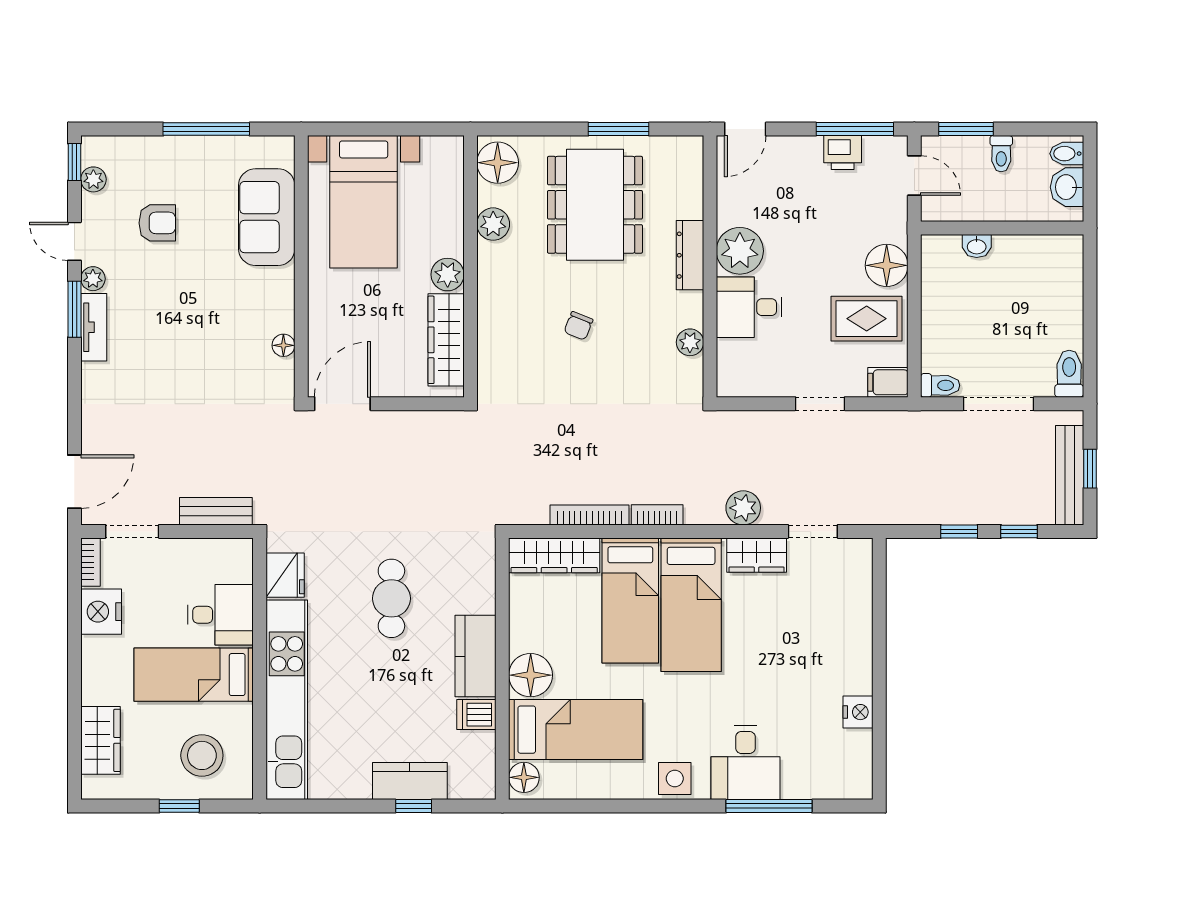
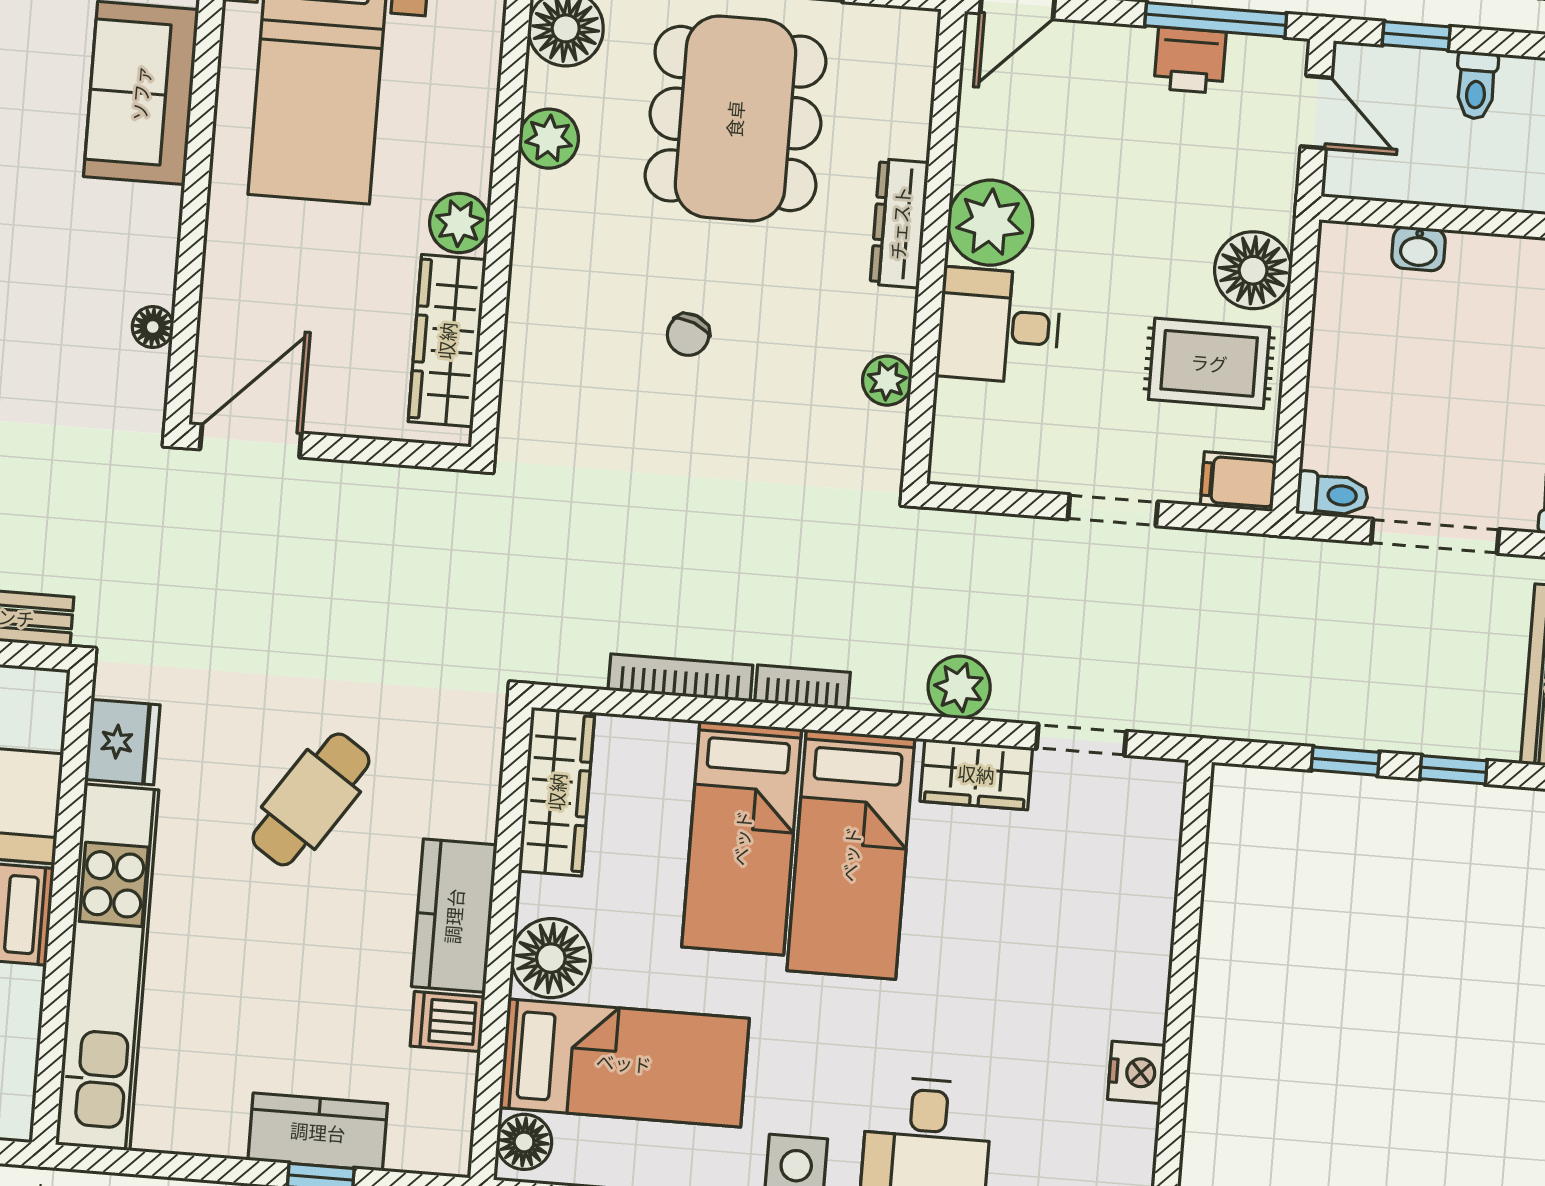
window: (966, 129) -> (1416, 36), width x0.67
wardrobe: (554, 555) -> (557, 792), moved, turned -90
cafe table: (391, 598) -> (311, 799), turned 34

